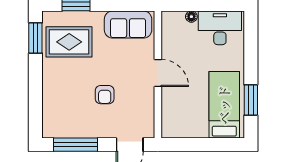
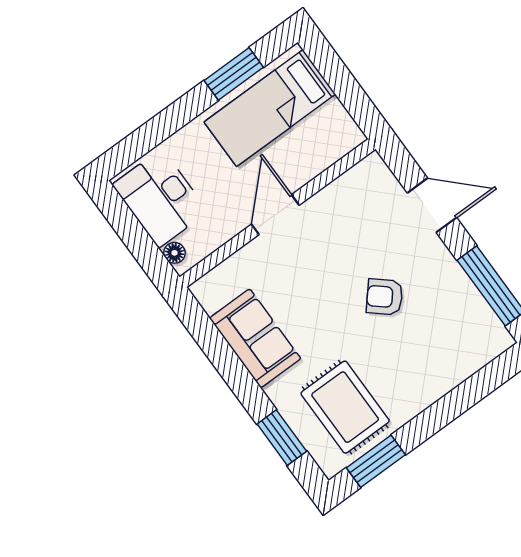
door: (158, 73) -> (275, 215), moved
wall: (158, 75) -> (278, 213), moved
armchair: (105, 95) -> (385, 297), turned -139

